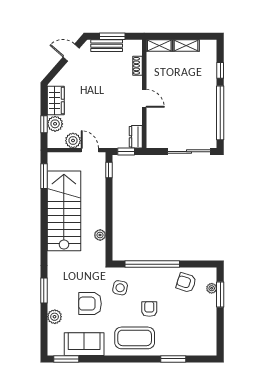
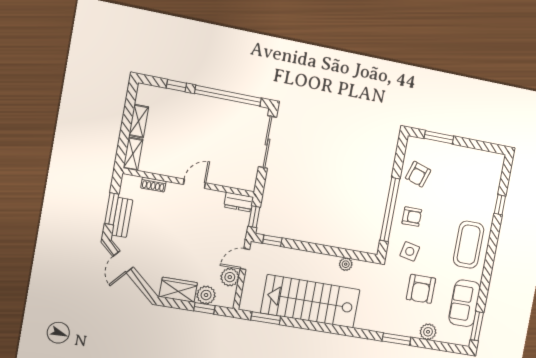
plant: (212, 288) -> (430, 146), removed
armchair: (149, 309) -> (412, 217), moved, turned 180
window: (173, 359) -> (500, 205), width x0.67

